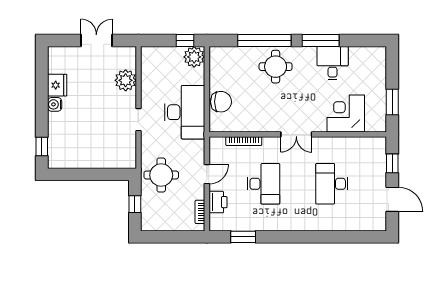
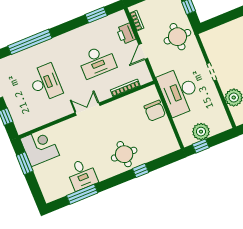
window: (264, 41) -> (141, 170), width x0.32
window: (321, 41) -> (82, 194), moved
plant: (194, 57) -> (201, 132), moved
chair: (221, 102) -> (155, 111), turned -90
corner desk: (346, 114) -> (40, 147), moved, turned -90
desk: (264, 184) -> (97, 62), turned -90
window: (331, 237) -> (30, 42), added

